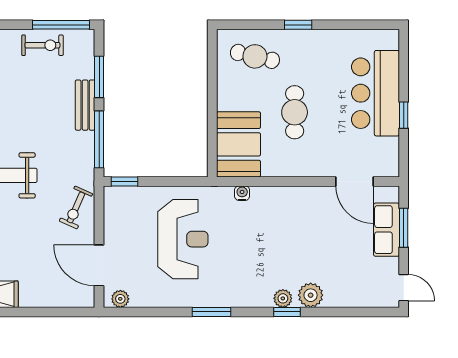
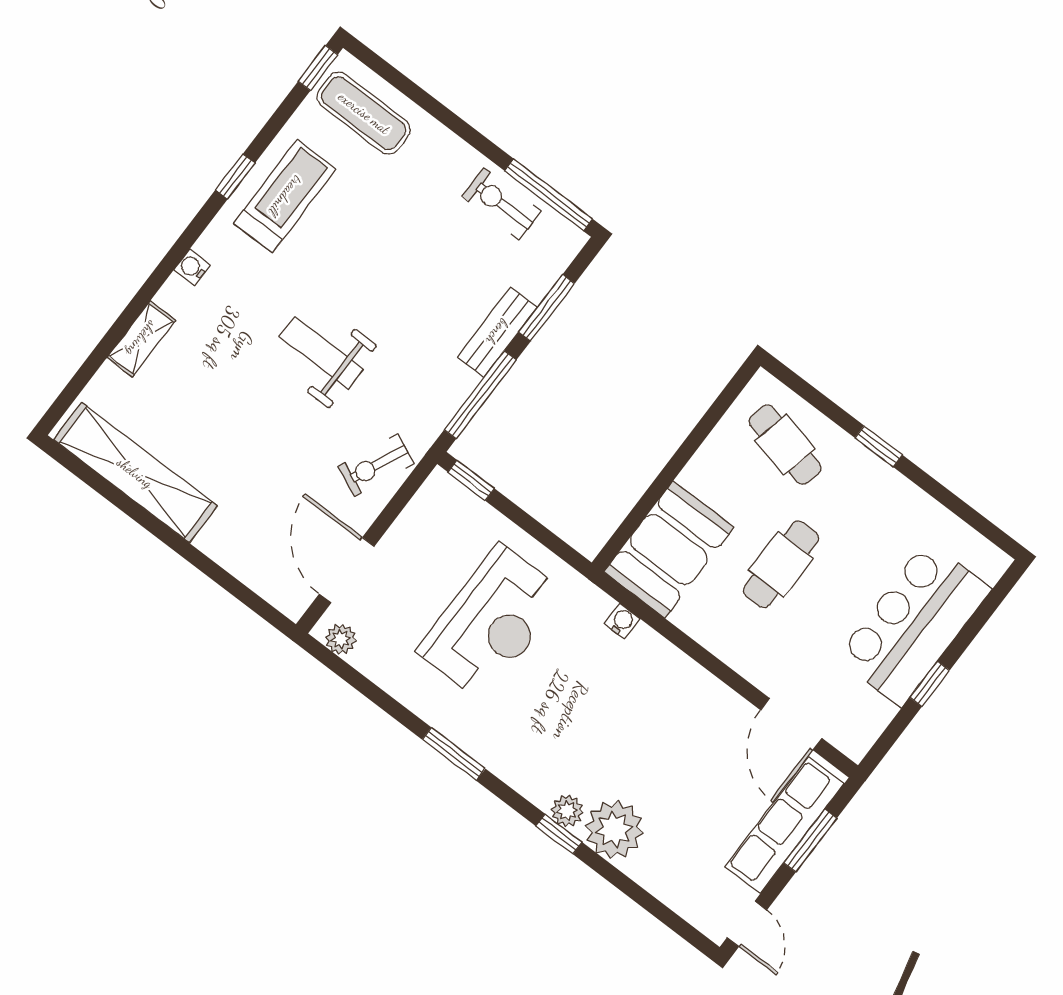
exercise bike: (42, 45) -> (501, 204), turned 180
row of seats: (386, 230) -> (784, 825), width x1.48
plant: (311, 295) -> (614, 830), width x1.36, depth x1.36

